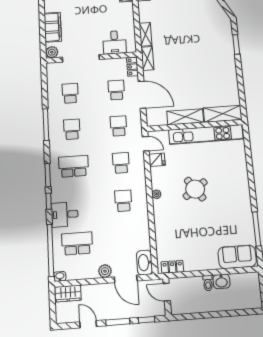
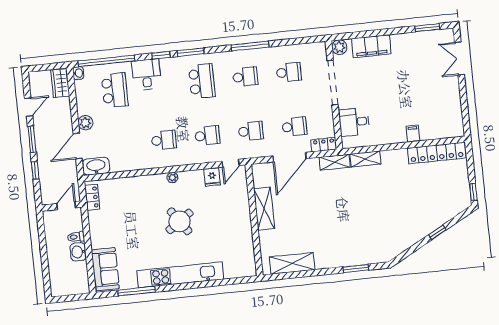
shelving: (223, 114) -> (292, 263), moved, turned 90
kitchen unit: (206, 134) -> (180, 275), moved, turned 90
door: (167, 292) -> (66, 206), moved
wall: (167, 297) -> (61, 206), moved

